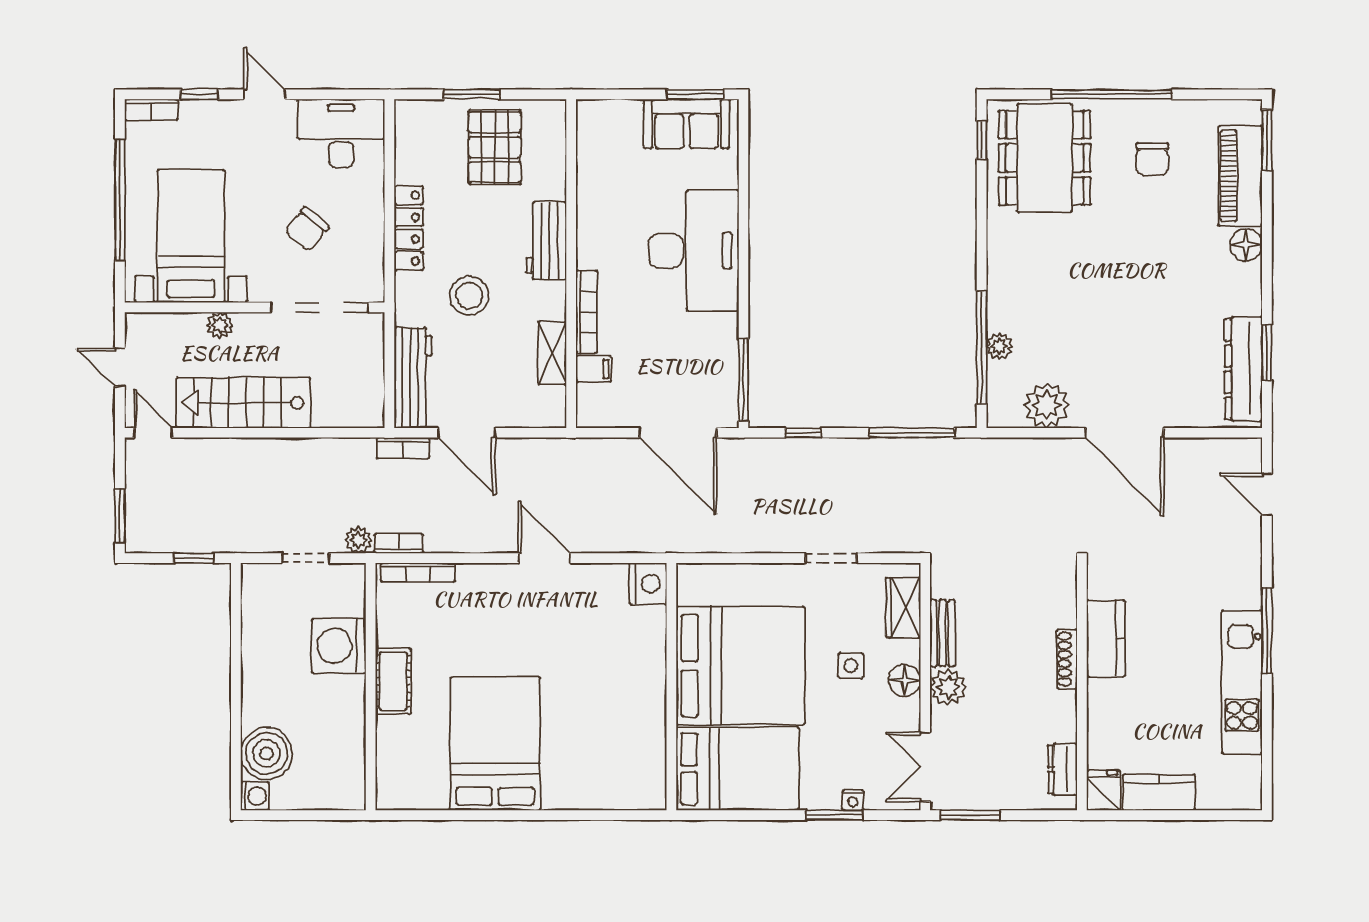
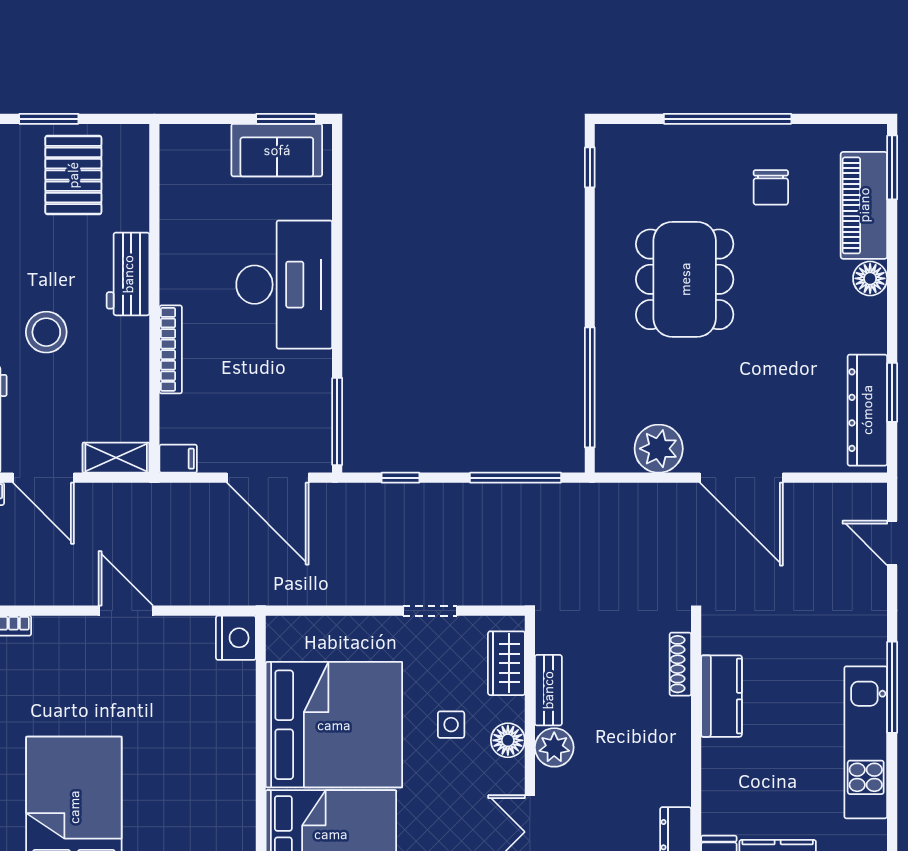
dining table: (1045, 158) -> (685, 279), moved
plant: (999, 346) -> (608, 386), removed
shelving: (552, 353) -> (116, 458), moved, turned 90
filing cabinet: (594, 369) -> (178, 459), moved
shoe rack: (1067, 659) -> (680, 664), moved

